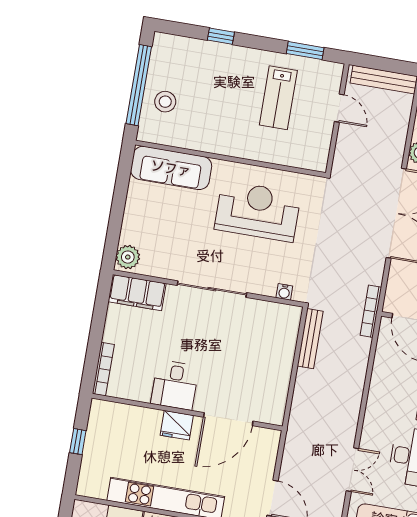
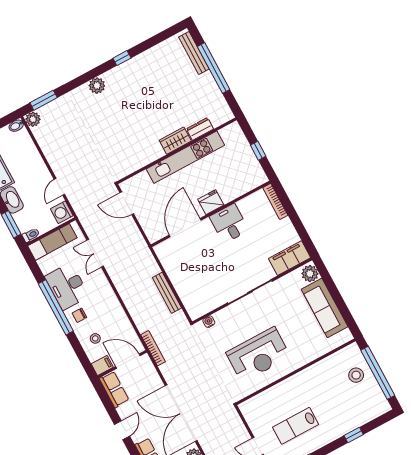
lab bench: (278, 98) -> (296, 426), turned -90
sofa: (171, 168) -> (325, 308), moved, turned -90
bench: (310, 339) -> (167, 293), moved

